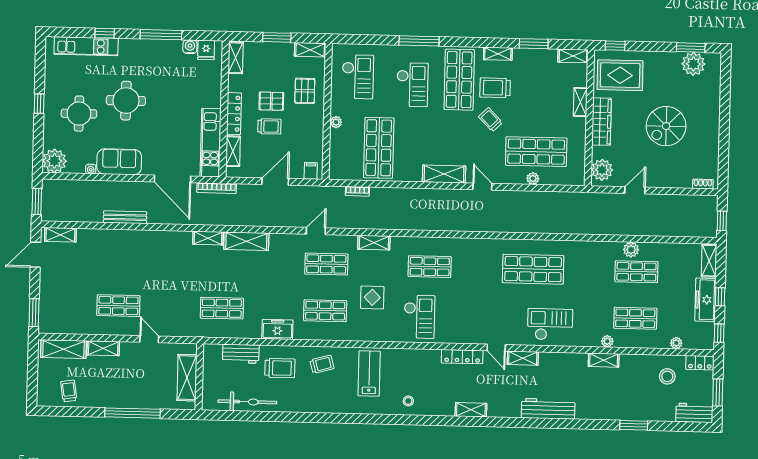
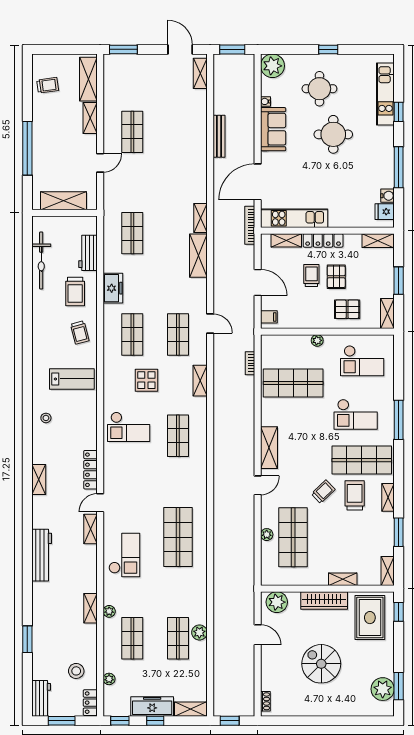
trolley: (269, 126) -> (311, 275), turned 180

